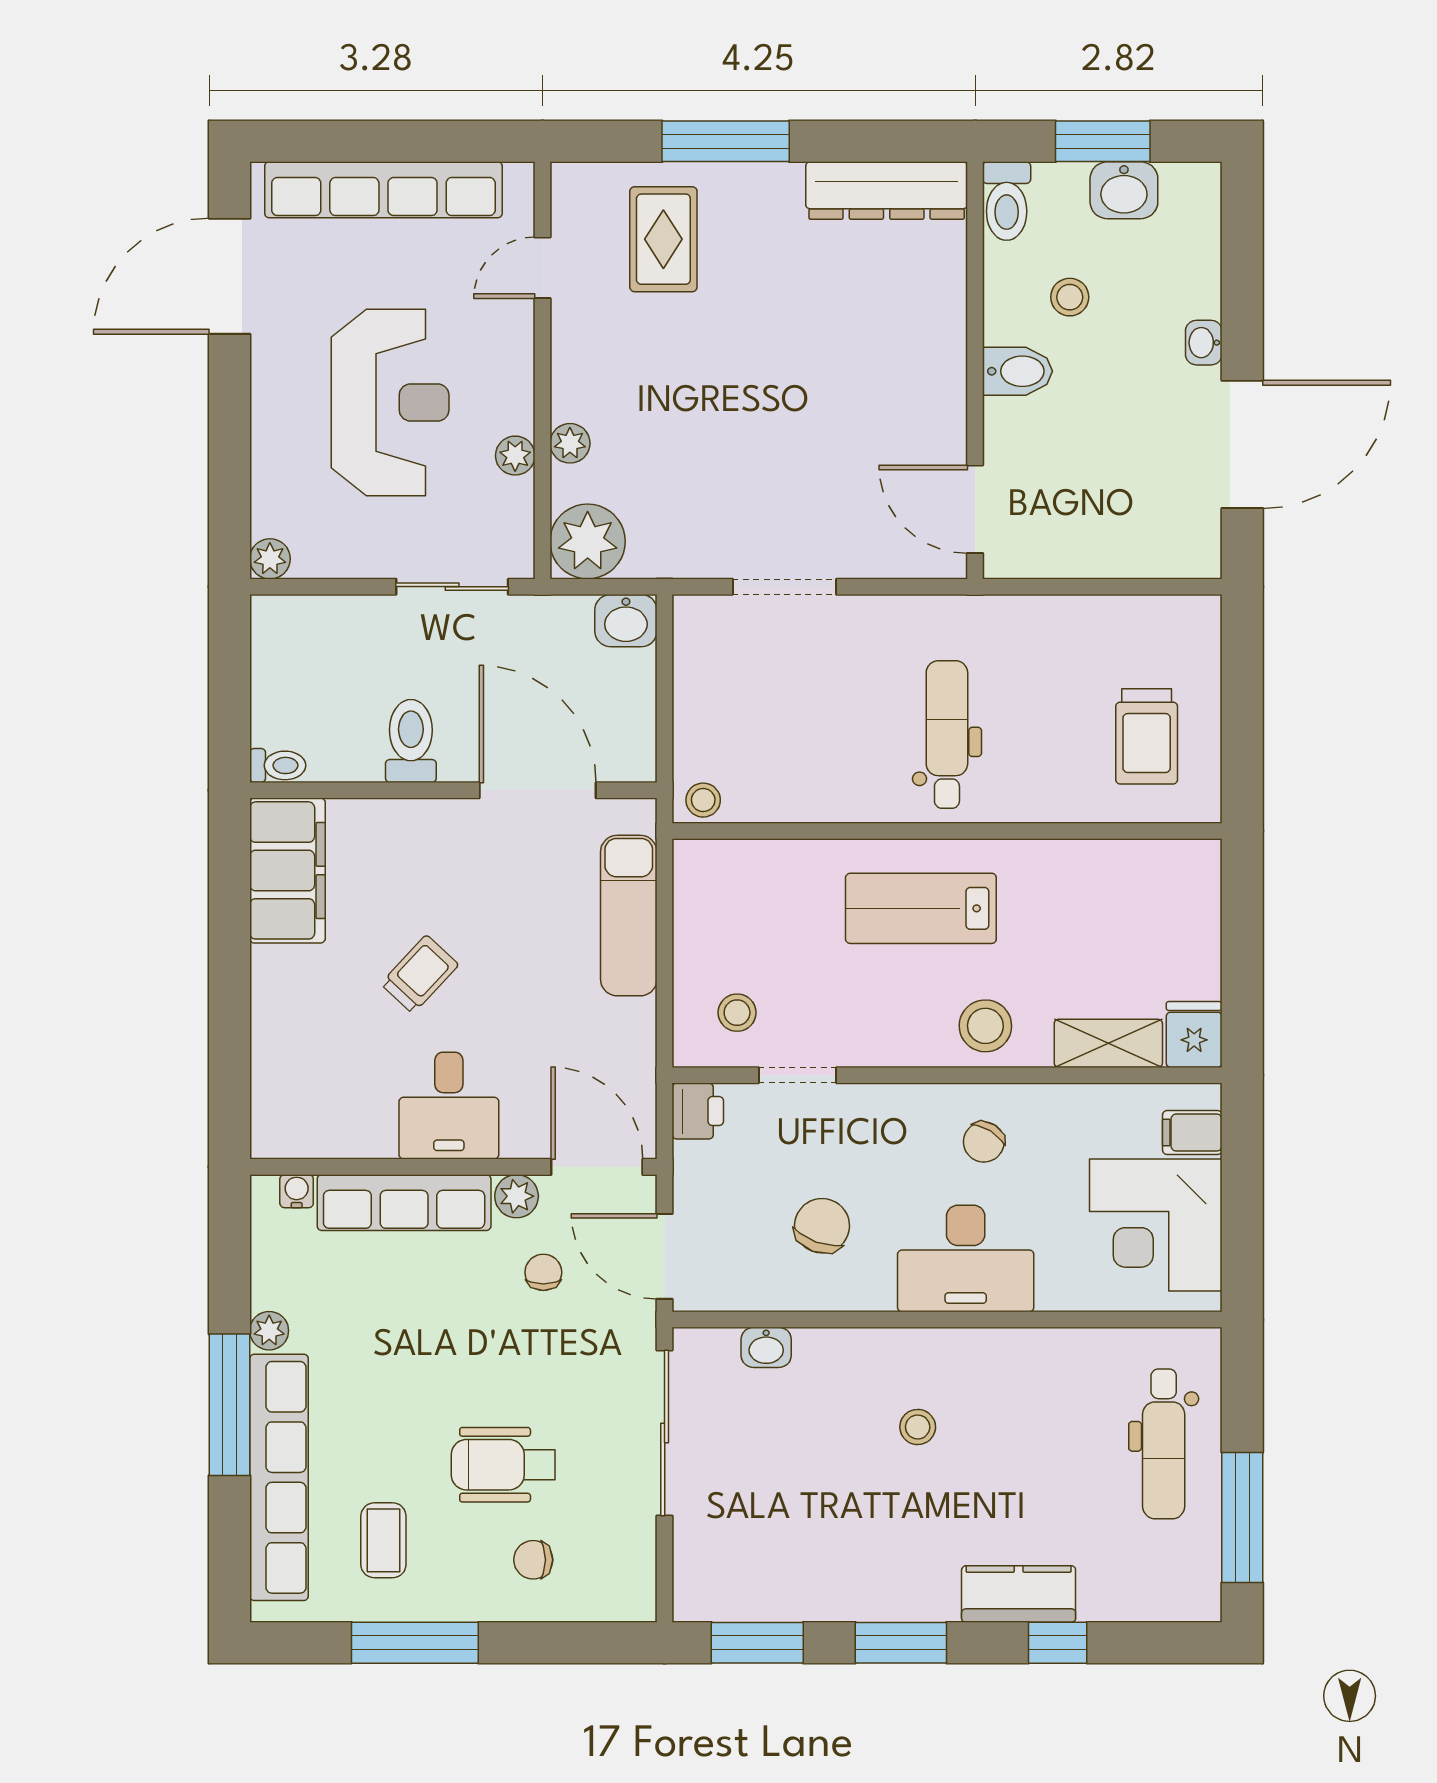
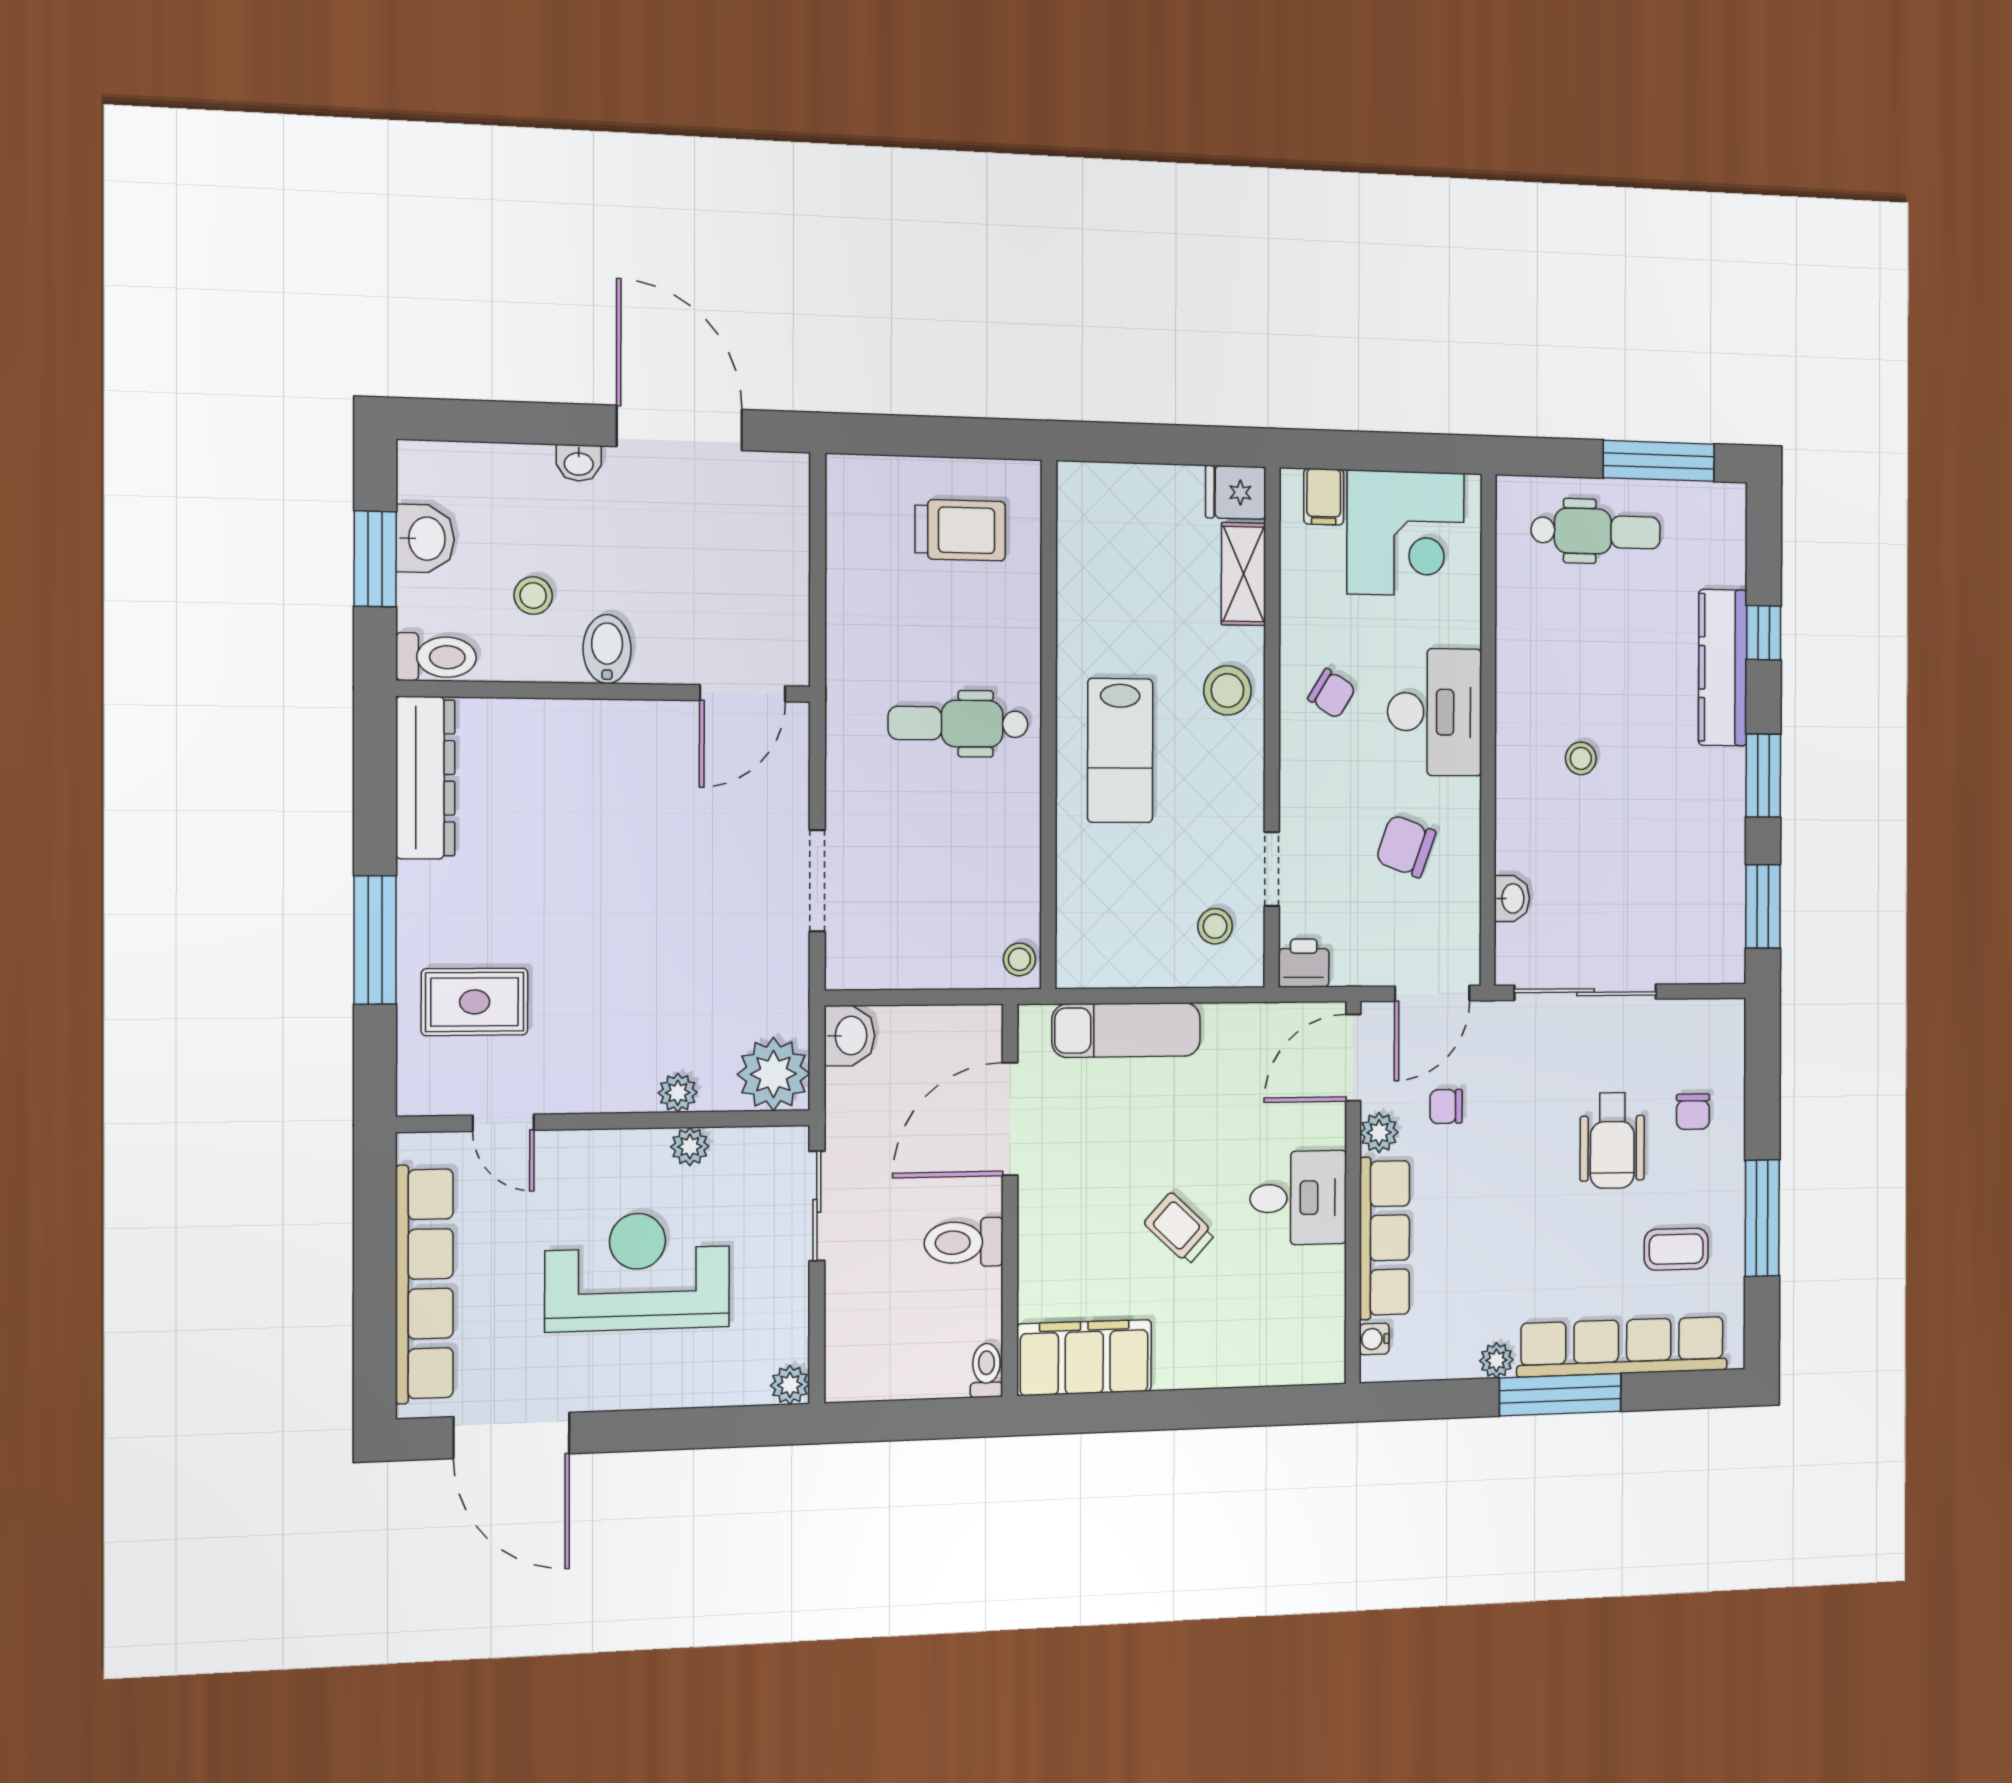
kitchen counter: (1019, 1594) -> (1723, 668), width x1.50

